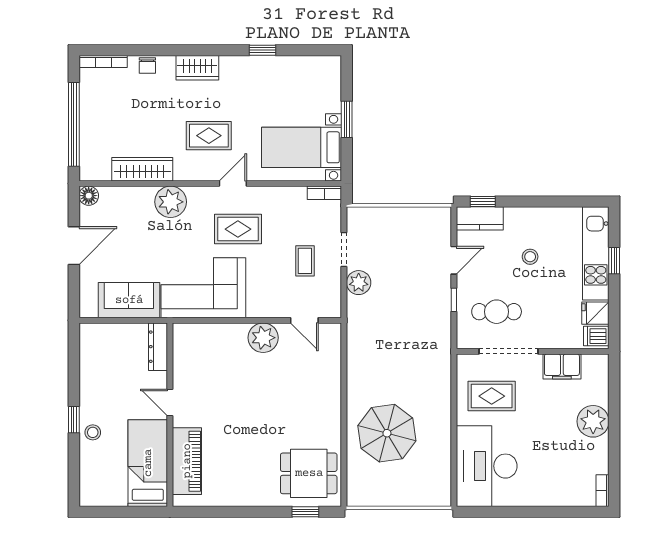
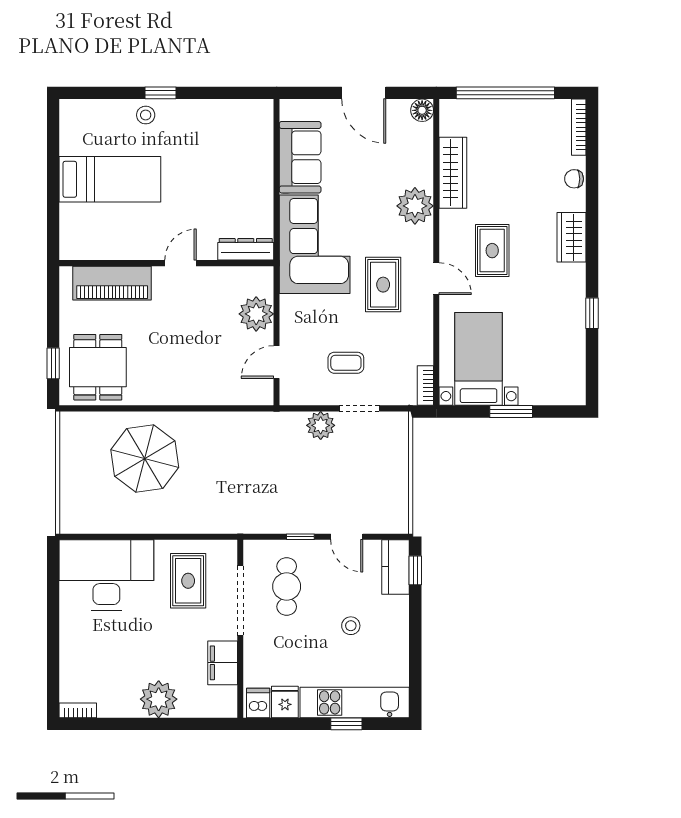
dresser: (158, 347) -> (246, 249), moved
door: (170, 403) -> (181, 263), moved
wall: (170, 415) -> (166, 263), moved
piano: (187, 461) -> (112, 283), moved

